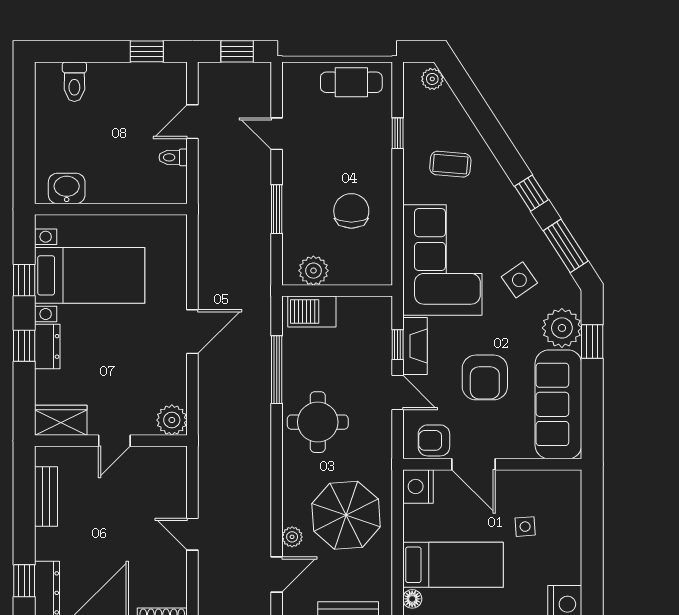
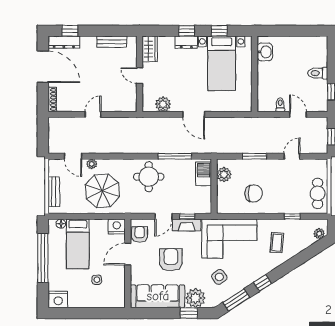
toilet: (74, 82) -> (318, 73), moved
armchair: (485, 377) -> (171, 260), turned 90
plant: (172, 420) -> (163, 104), moved

